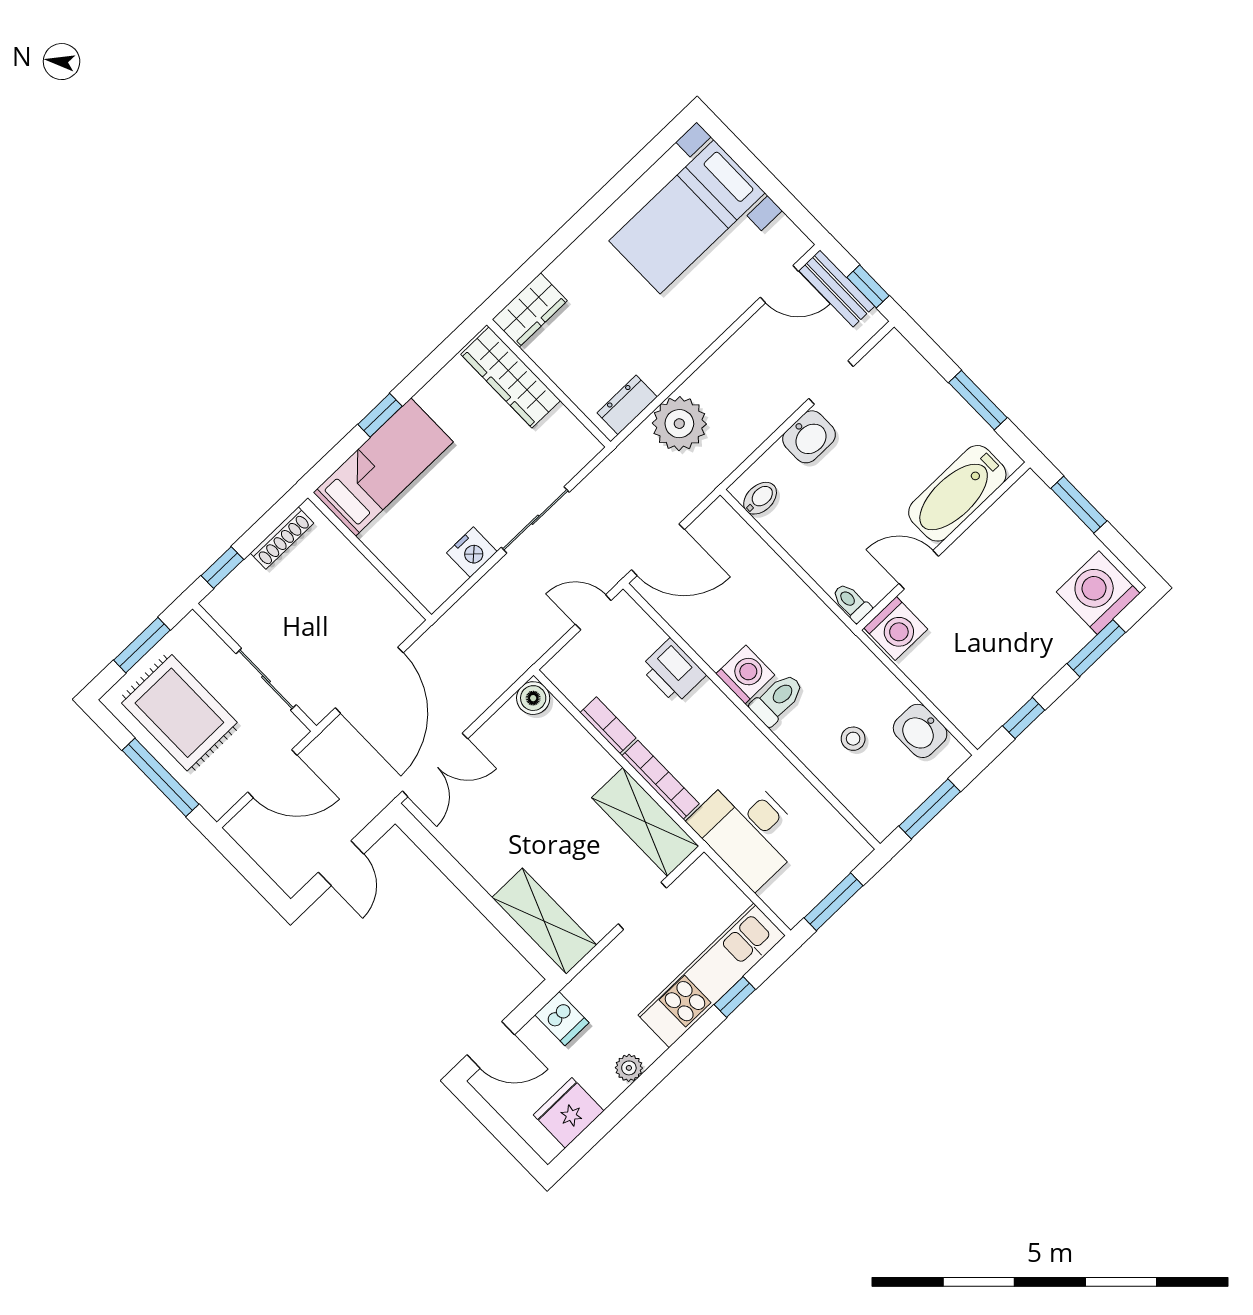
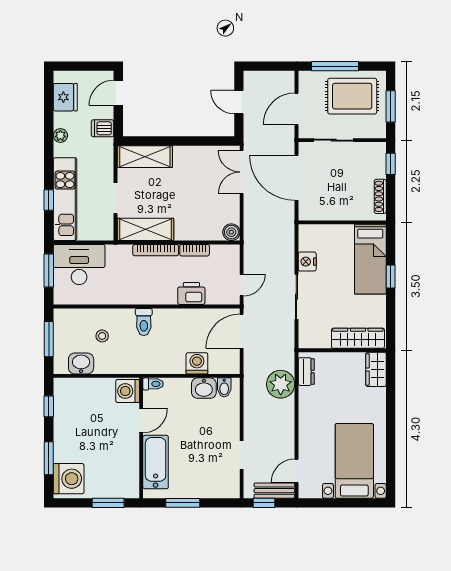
washbasin: (809, 437) -> (204, 388), moved, turned -90
washing machine: (745, 674) -> (197, 363), moved, turned 180
desk: (748, 830) -> (79, 265), moved

